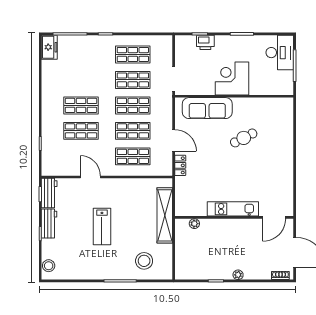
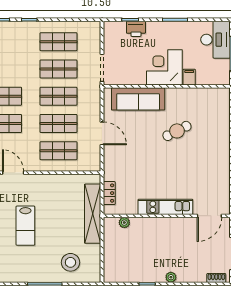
filing cabinet: (255, 88) -> (189, 77), added
locker: (180, 165) -> (109, 193), moved

